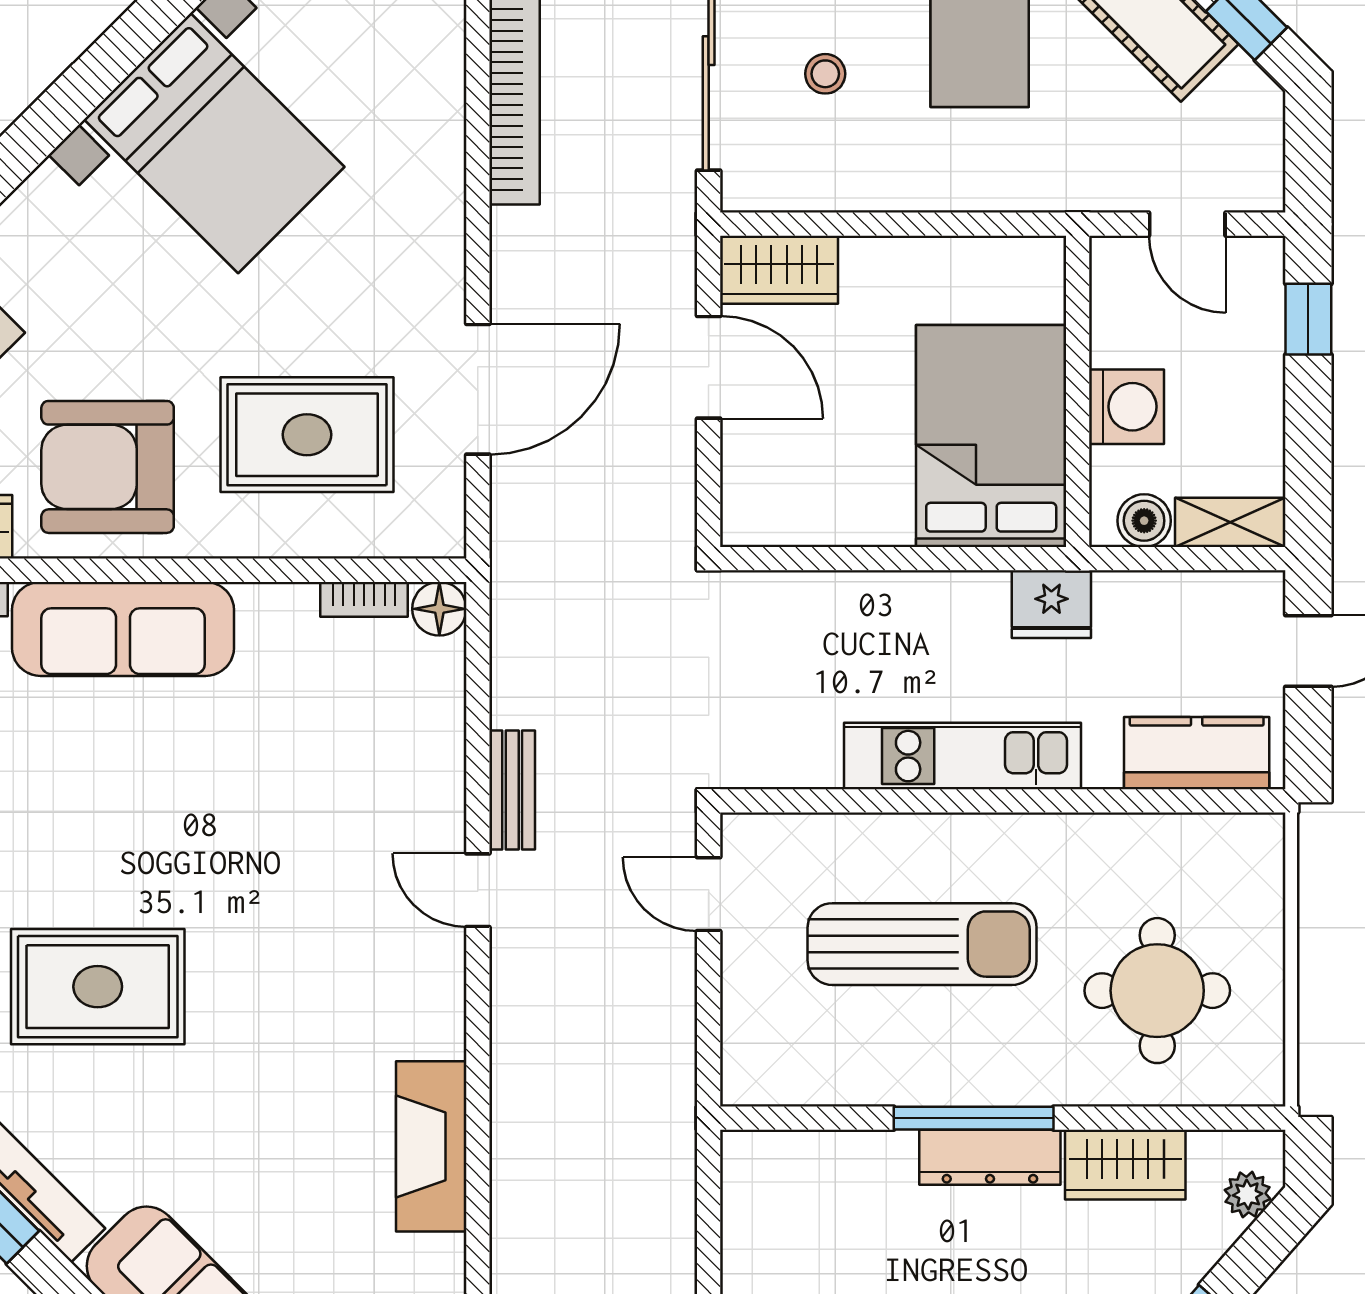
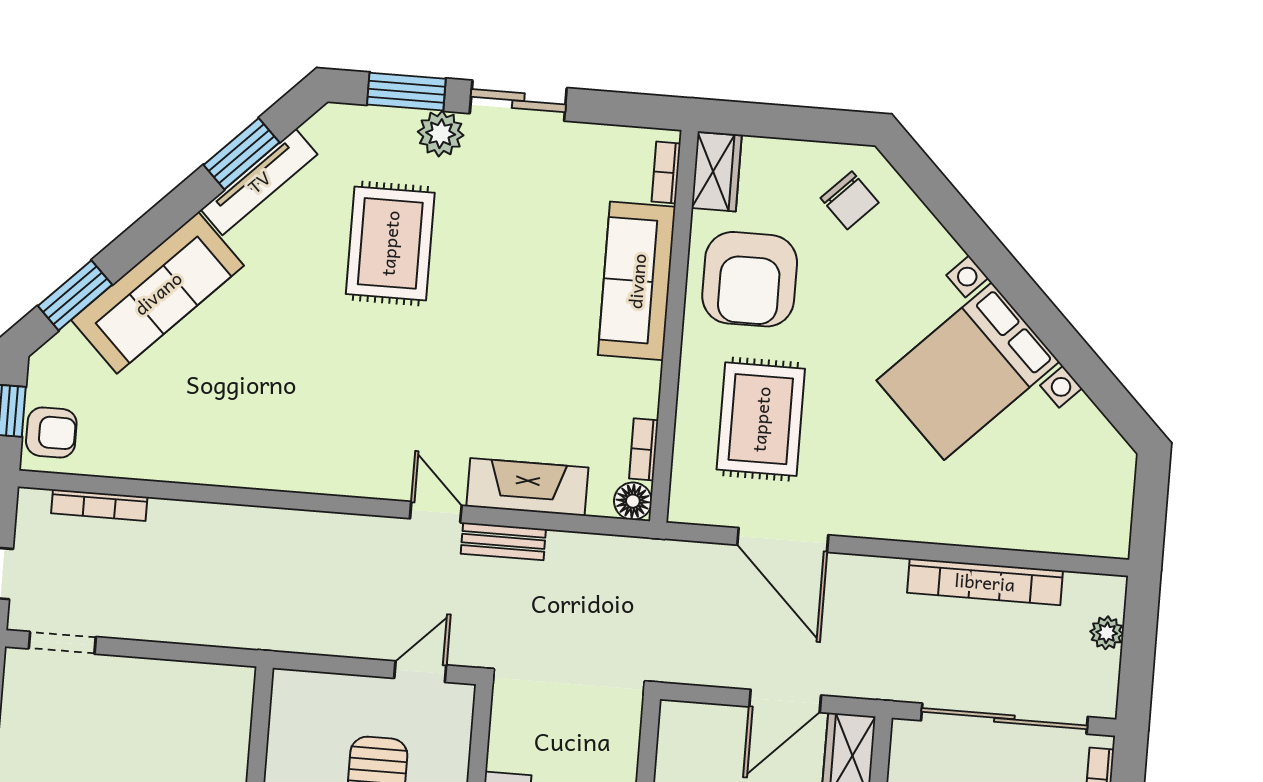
armchair: (108, 467) -> (750, 279), turned 180
door: (478, 890) -> (436, 512), hinge flipped
fireplace: (431, 1146) -> (527, 487), moved

